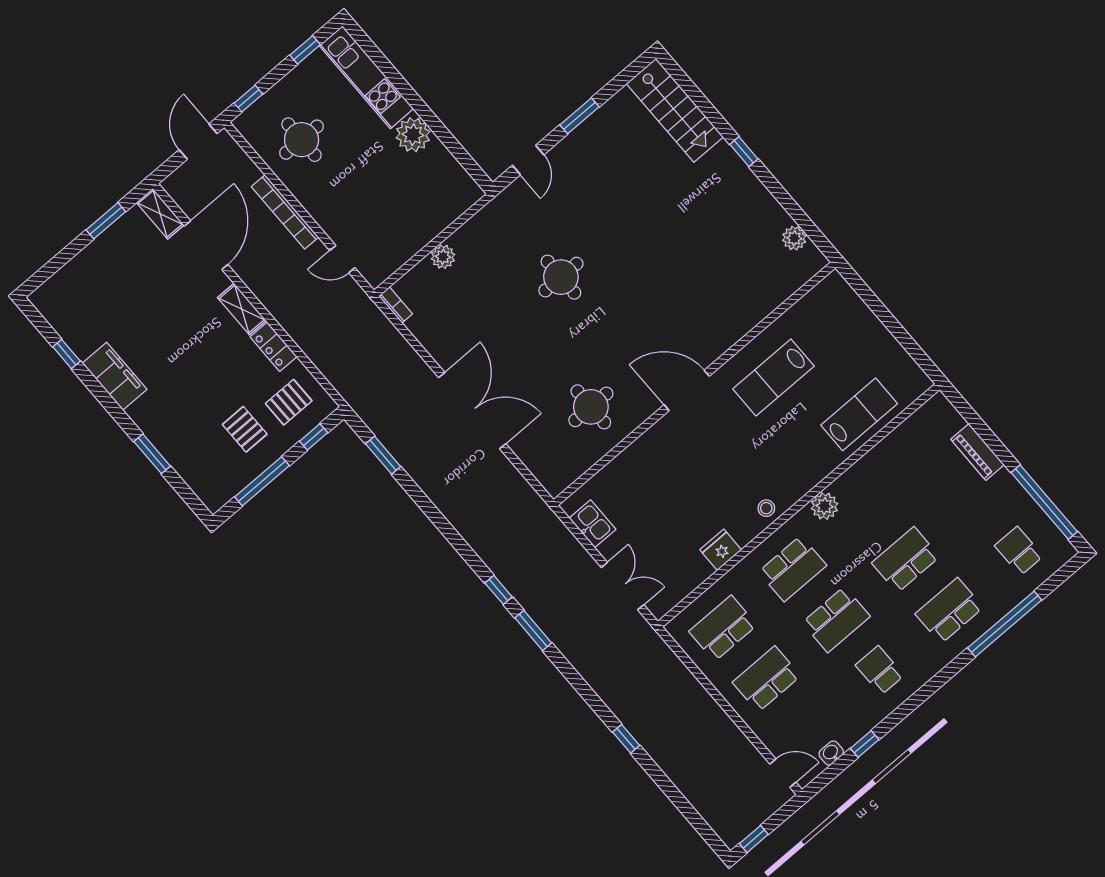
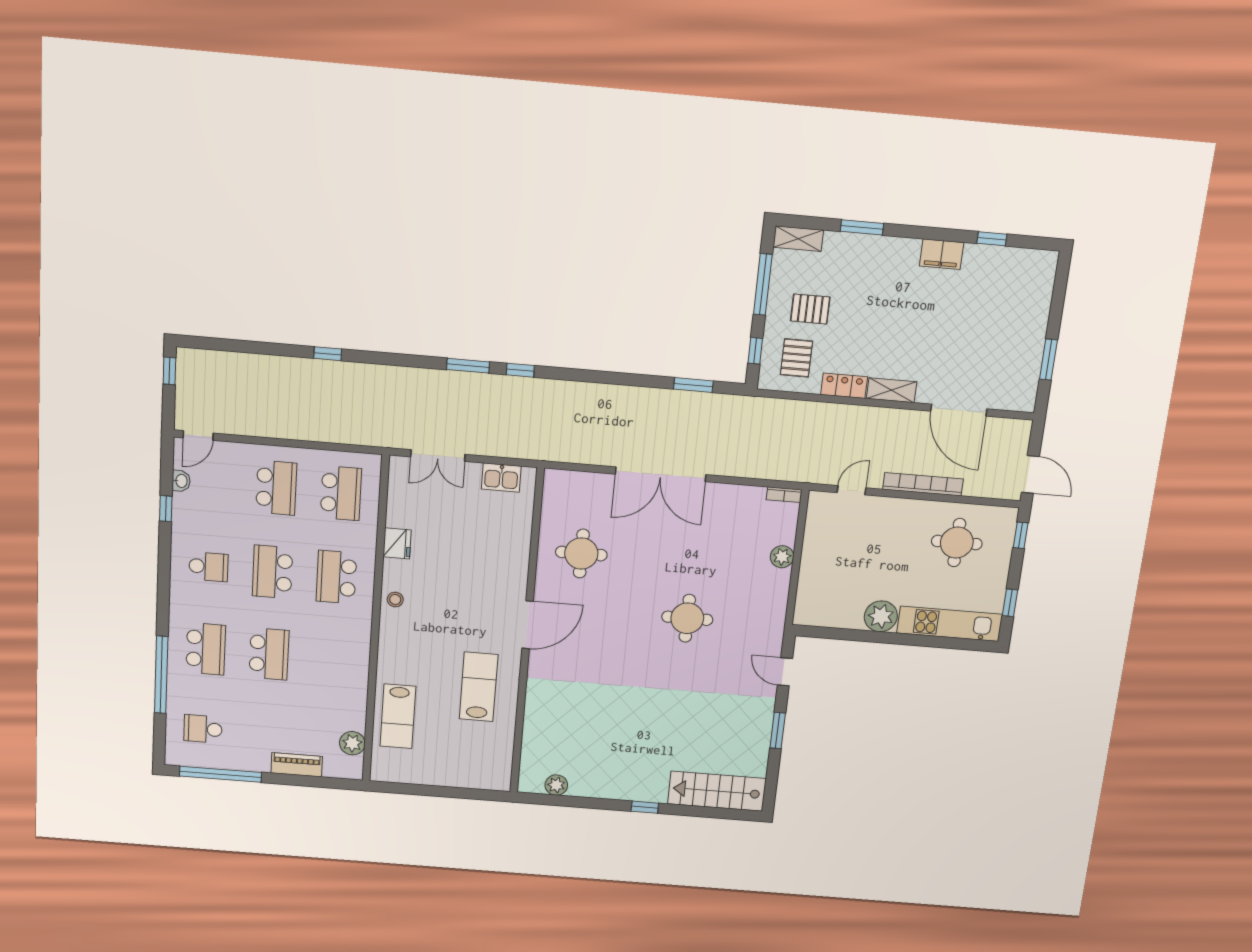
shelving: (160, 214) -> (798, 239), moved
filing cabinet: (115, 376) -> (942, 254), width x0.67, depth x0.86
plant: (824, 506) -> (352, 743), moved
school desk: (1019, 551) -> (203, 729), turned 180

